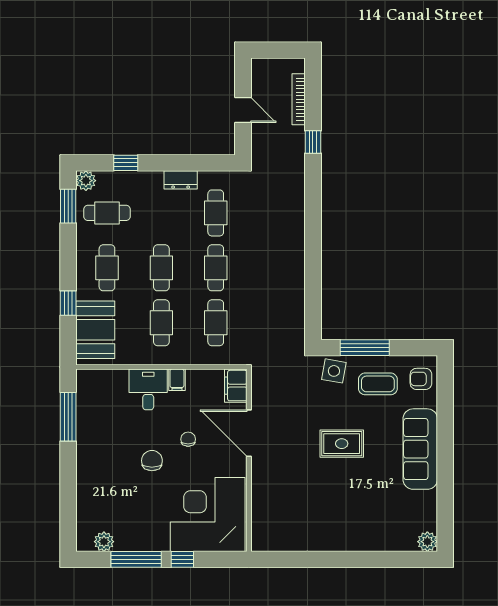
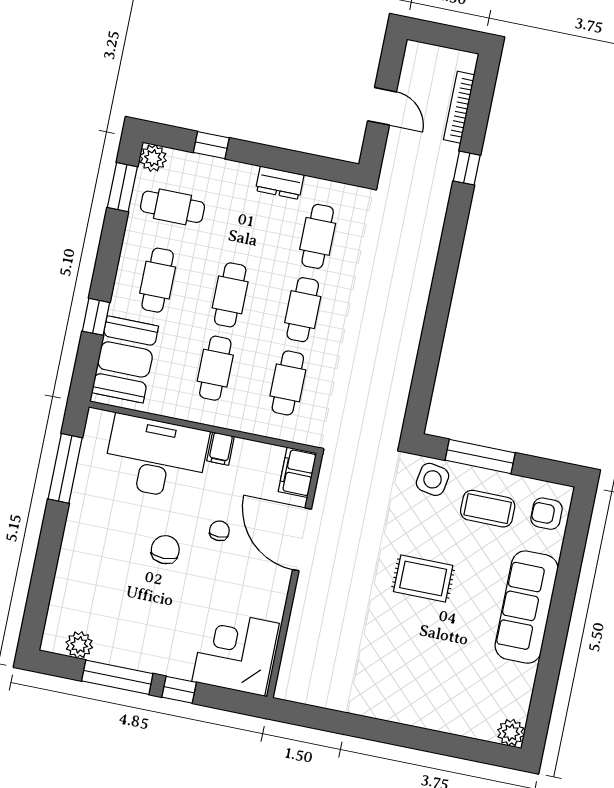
desk: (148, 389) -> (156, 457), width x1.87, depth x1.30
corner desk: (208, 514) -> (235, 652), width x0.74, depth x0.74

